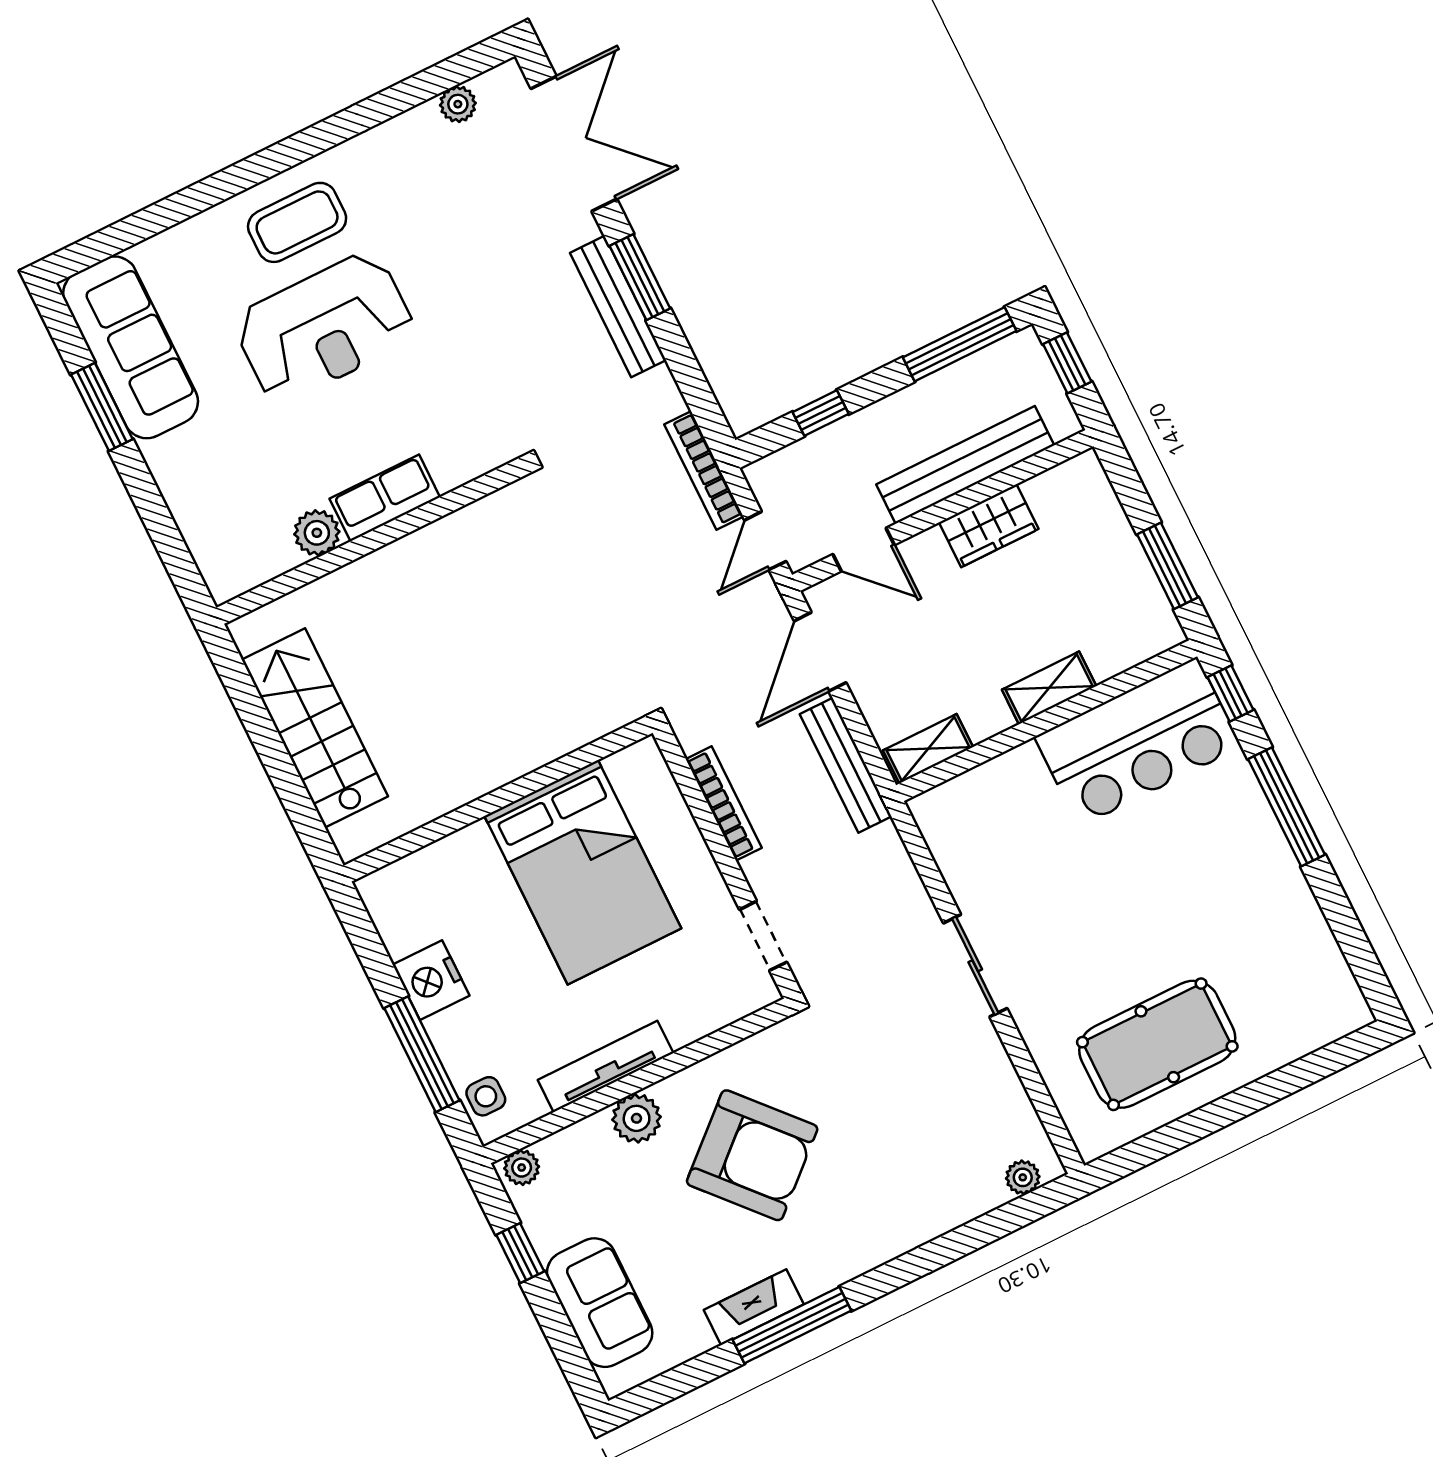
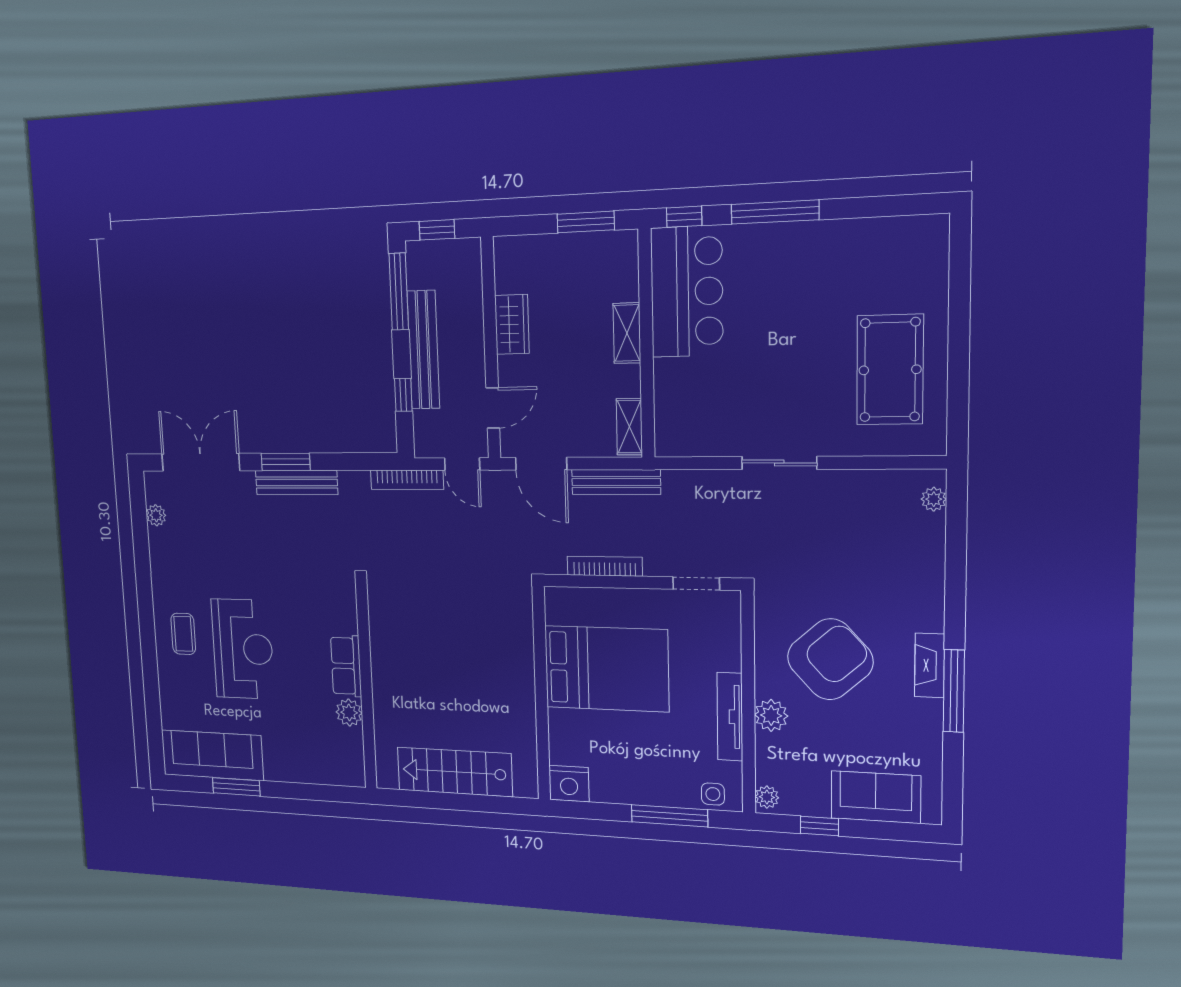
coffee table: (297, 222) -> (183, 634), width x0.73, depth x0.77
bench: (965, 465) -> (423, 350), moved
nightstand: (431, 980) -> (569, 784), moved
fireplace: (754, 1307) -> (930, 665), moved

